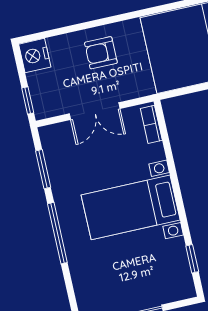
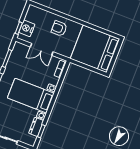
nightstand: (35, 56) -> (27, 28), moved
dresser: (178, 257) -> (36, 127), added

